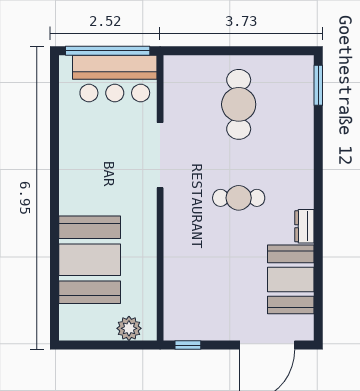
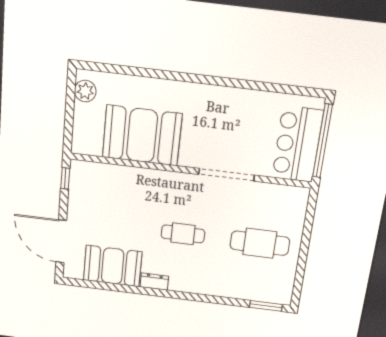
cafe table: (239, 198) -> (183, 234), turned 90
booth: (90, 260) -> (142, 136), moved
plant: (129, 328) -> (85, 91), moved

